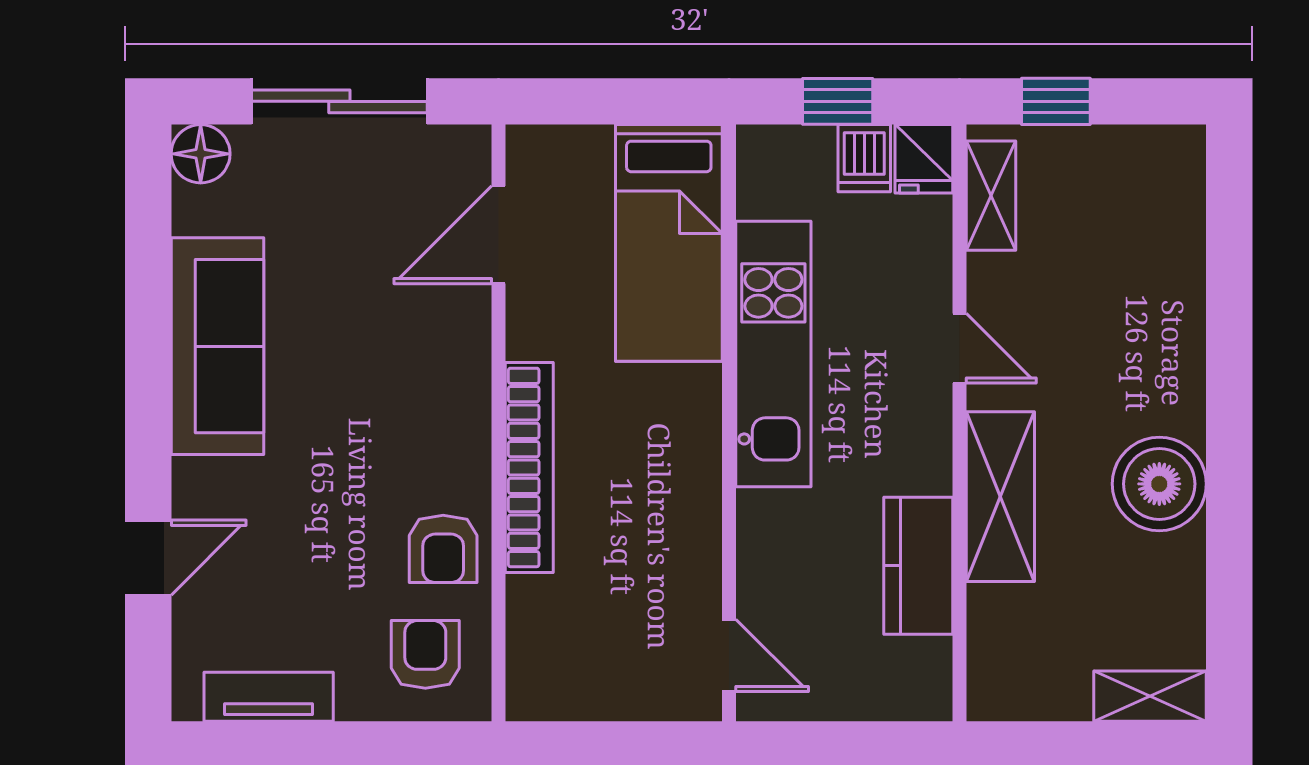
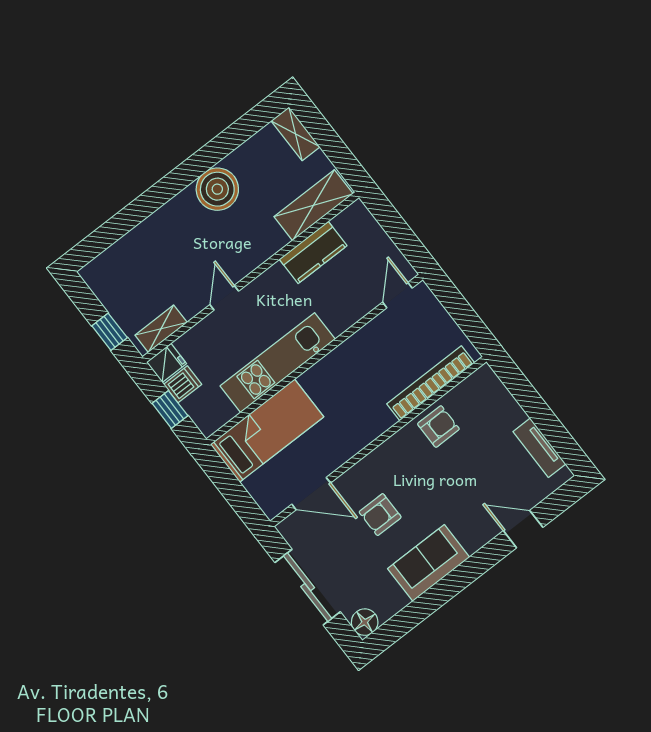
sofa: (217, 346) -> (429, 563), width x0.73
bookcase: (529, 467) -> (431, 383), moved
shelving: (1000, 497) -> (314, 205), moved
armchair: (425, 654) -> (380, 515), moved

